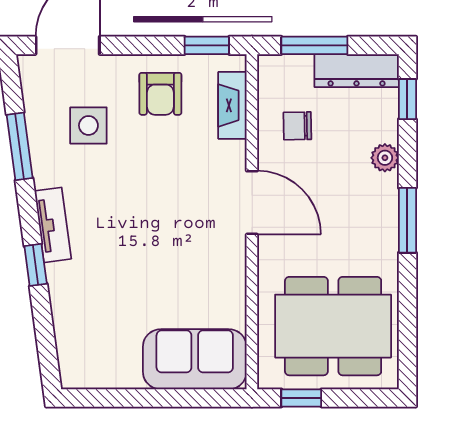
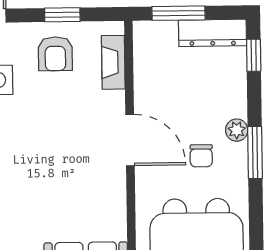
window: (207, 45) -> (62, 15), moved
chair: (297, 126) -> (201, 156), moved, turned -89
plant: (385, 158) -> (237, 130), moved

